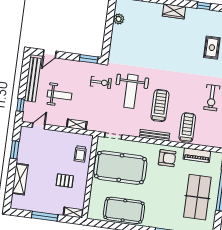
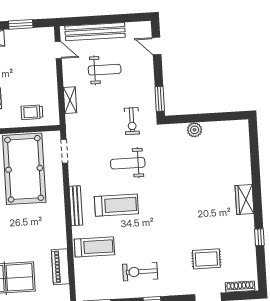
plant: (119, 19) -> (195, 130), moved
bench: (33, 80) -> (95, 32), moved
weight bench: (131, 91) -> (128, 163), width x0.73, depth x0.75
weight bench: (59, 95) -> (105, 70), turned -90
window: (21, 105) -> (81, 21), removed
armchair: (167, 158) -> (49, 228), removed

